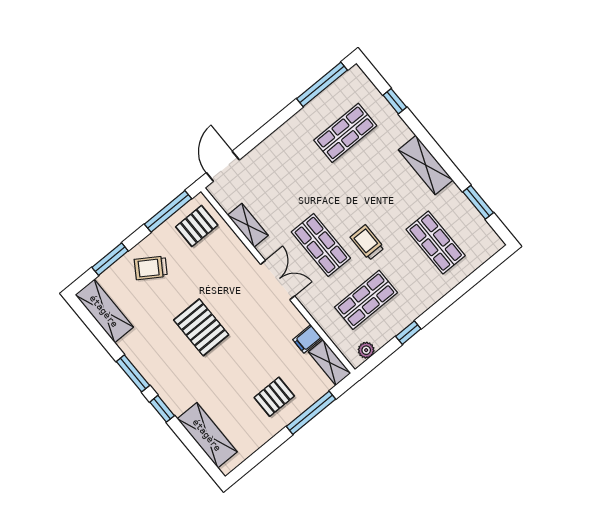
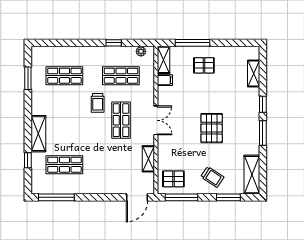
shelving: (426, 165) -> (38, 134), moved
shop shelf: (436, 242) -> (64, 76), turned 90
double door: (278, 280) -> (156, 120), swing flipped
shelving: (207, 435) -> (254, 73), width x0.67, depth x0.75

